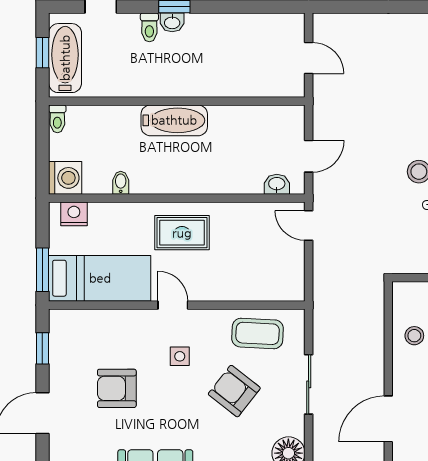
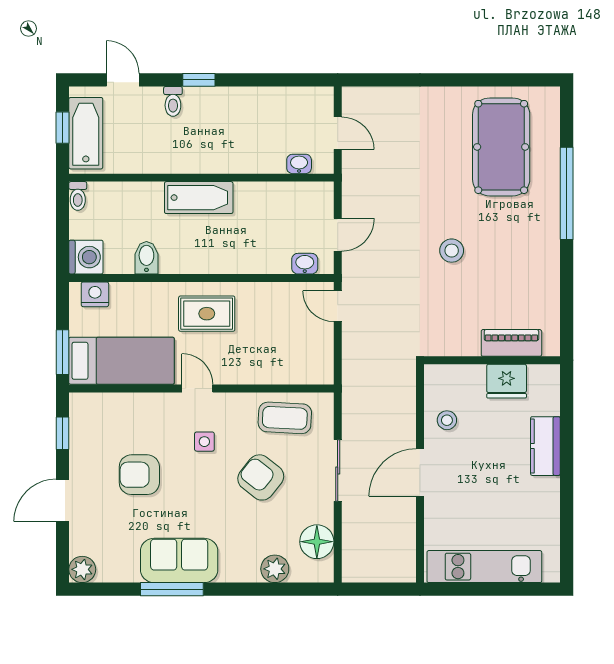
washbasin: (172, 22) -> (299, 164), moved, turned 180
bidet: (121, 183) -> (146, 258), width x1.38, depth x1.36
door: (388, 419) -> (420, 472), moved

